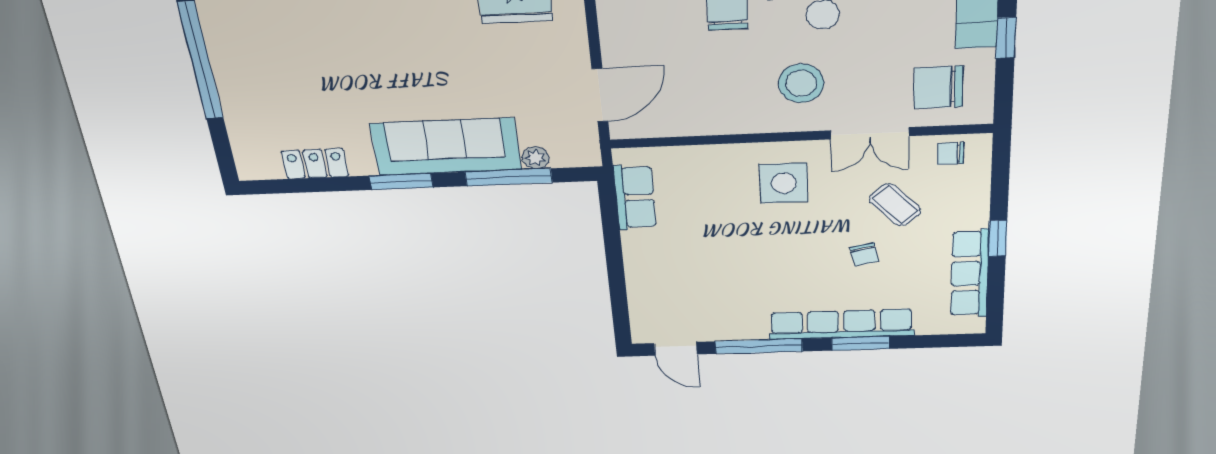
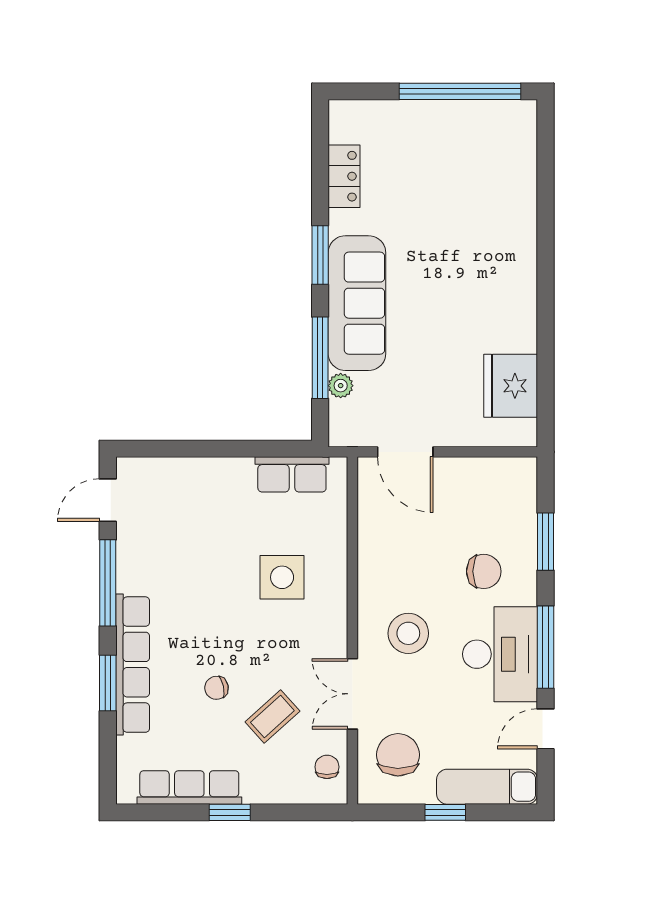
side table: (784, 183) -> (282, 577), moved

